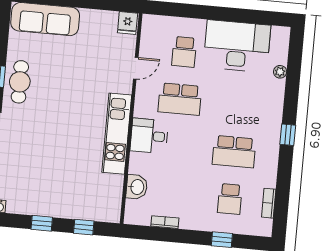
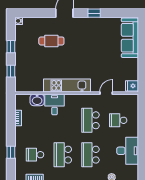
desk: (237, 46) -> (128, 151), width x0.73, depth x0.77
door: (136, 68) -> (106, 93), swing flipped
cafe table: (20, 82) -> (51, 41), moved
school desk: (238, 104) -> (90, 155), added
desk: (149, 136) -> (55, 104), moved

